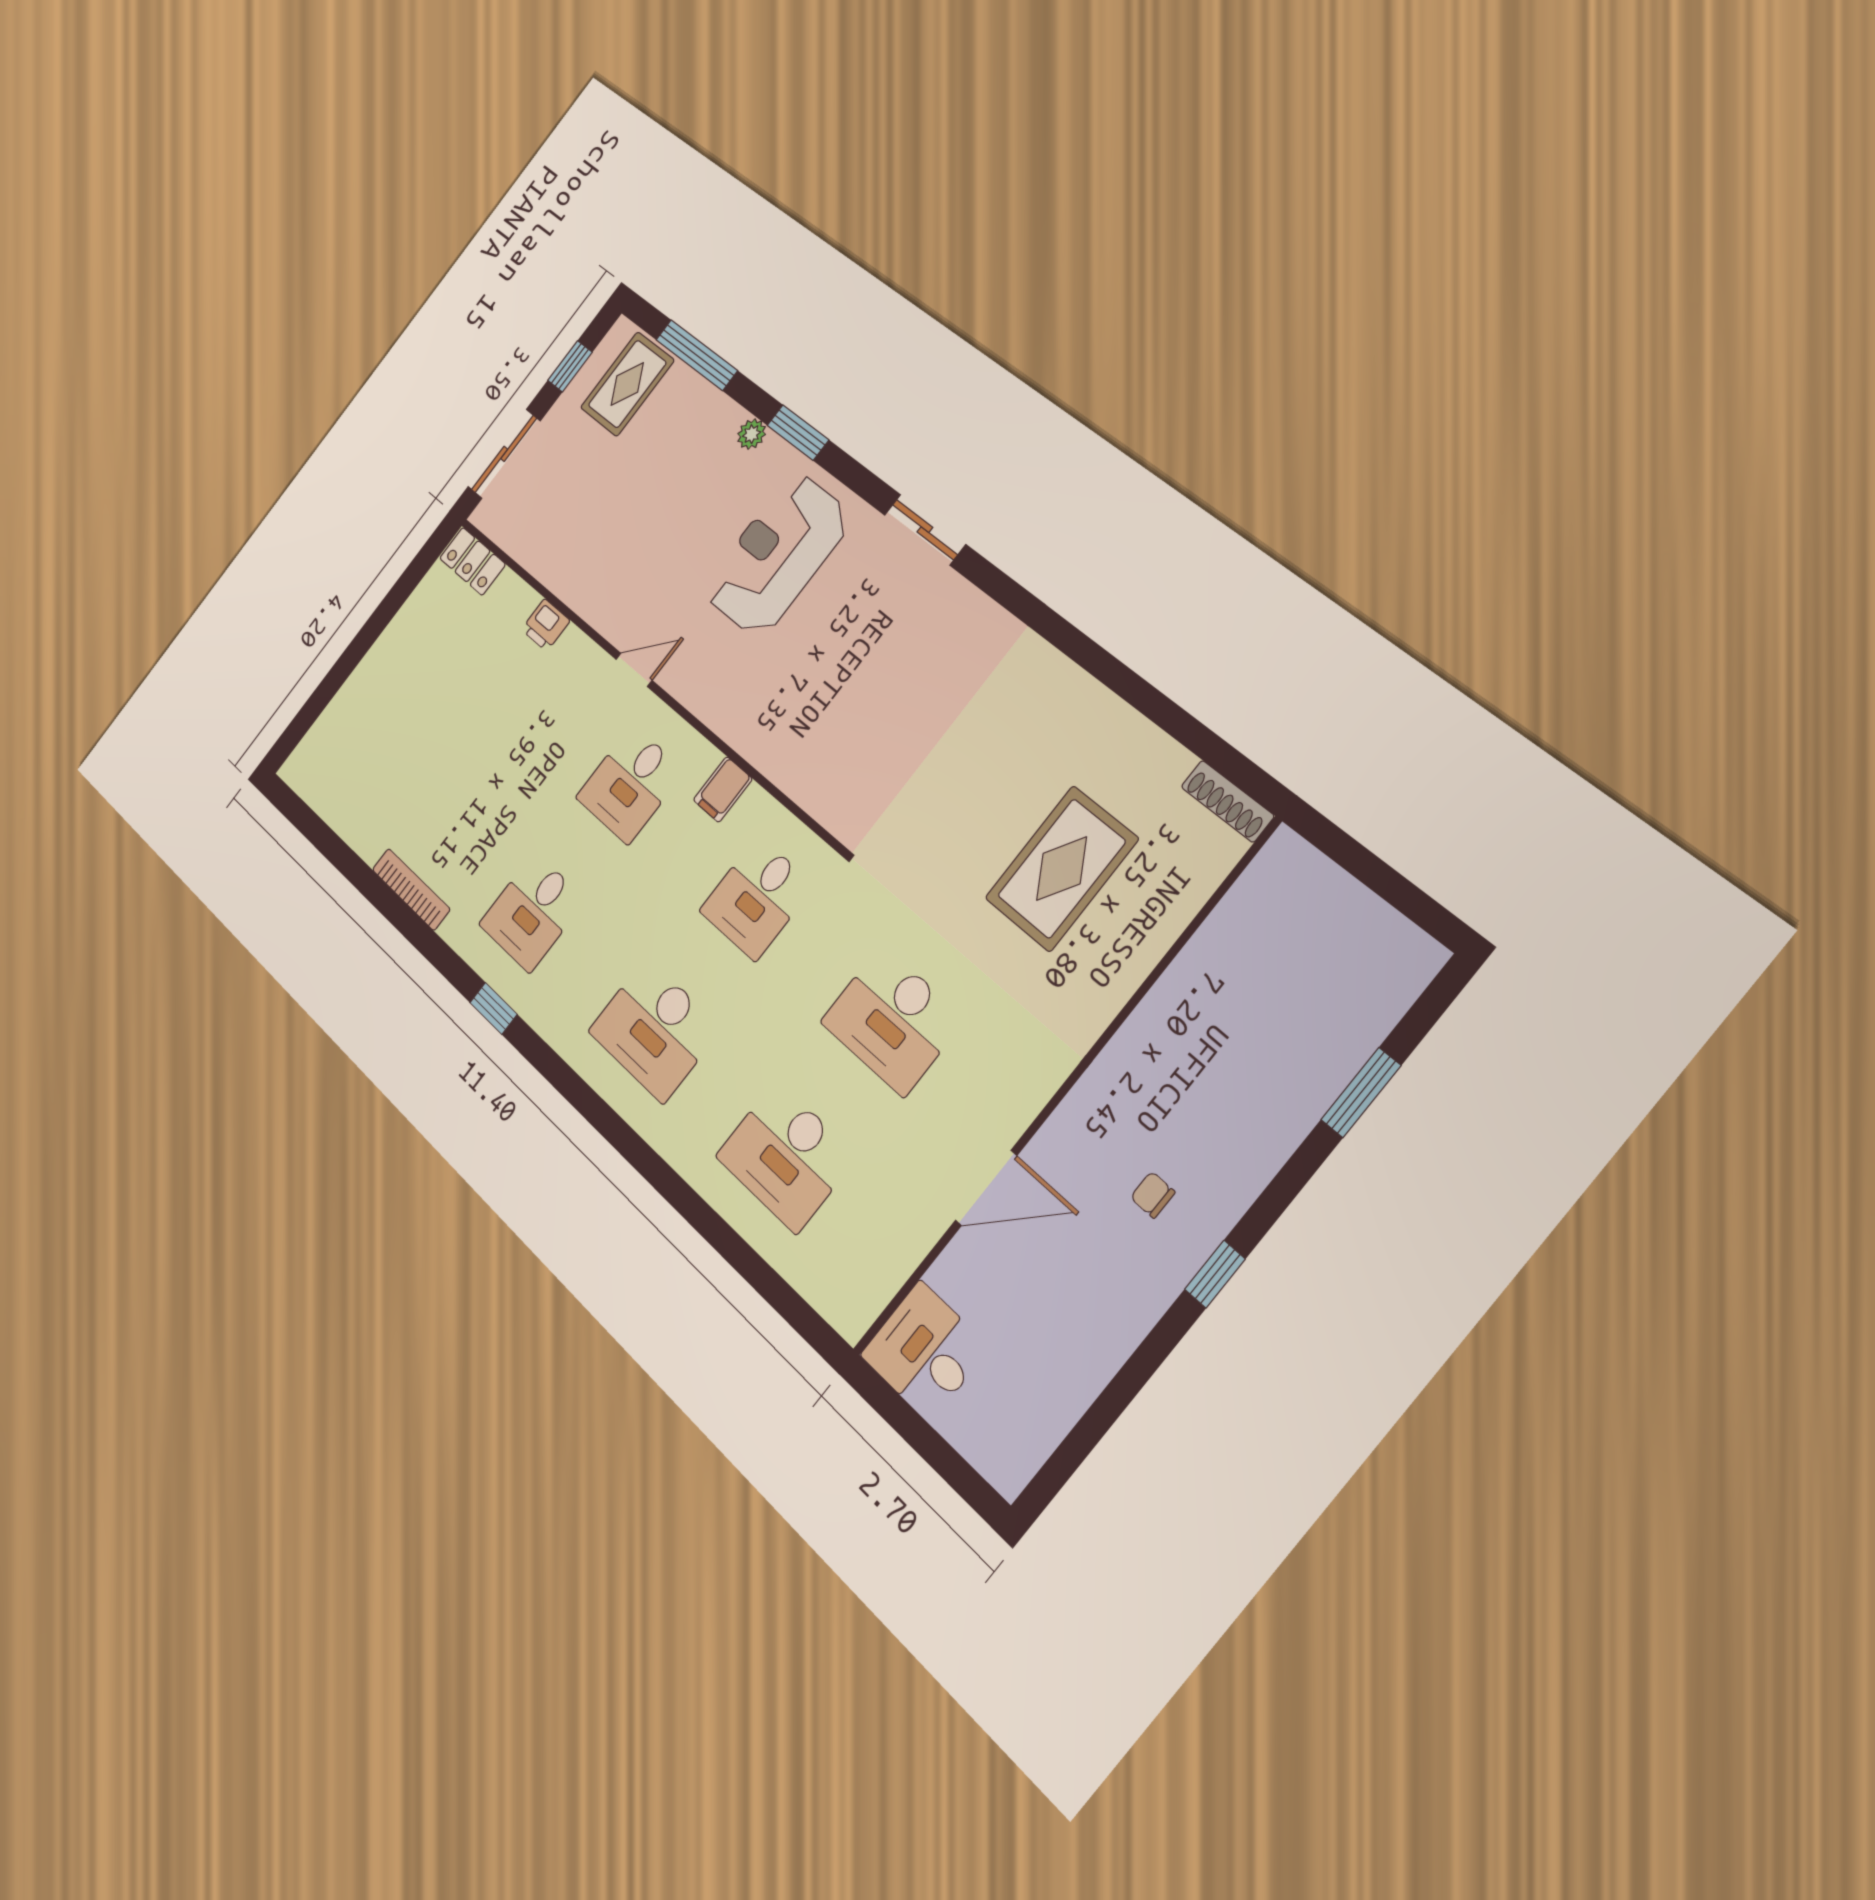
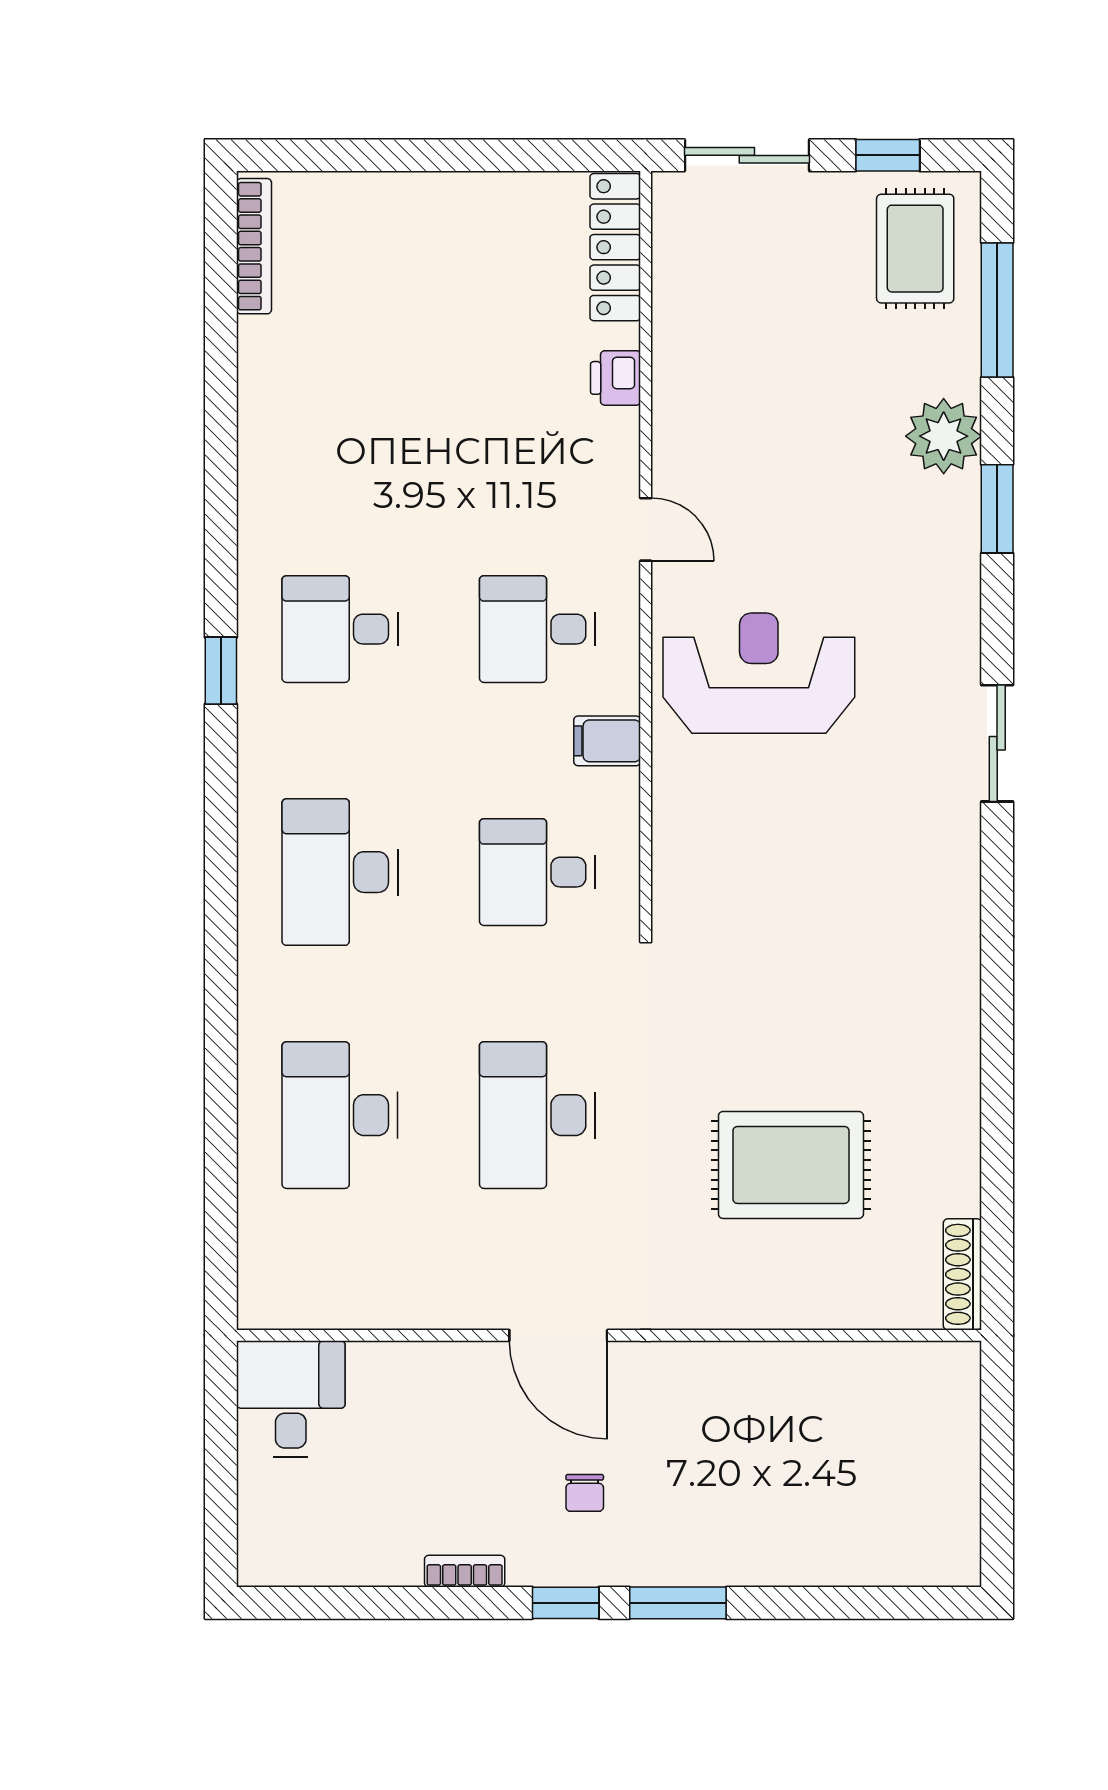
rug: (627, 384) -> (915, 249), turned 90
plant: (752, 434) -> (944, 436), width x1.88, depth x1.88
reception desk: (777, 555) -> (759, 673), moved
locker: (472, 561) -> (615, 247), width x1.53
bookcase: (411, 889) -> (254, 246), moved
window: (1361, 1093) -> (678, 1603), moved
door: (986, 1188) -> (558, 1335), moved
chair: (1153, 1195) -> (585, 1493), turned 180
bookcase: (1134, 1329) -> (465, 1571), added

